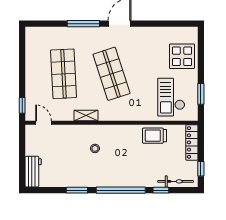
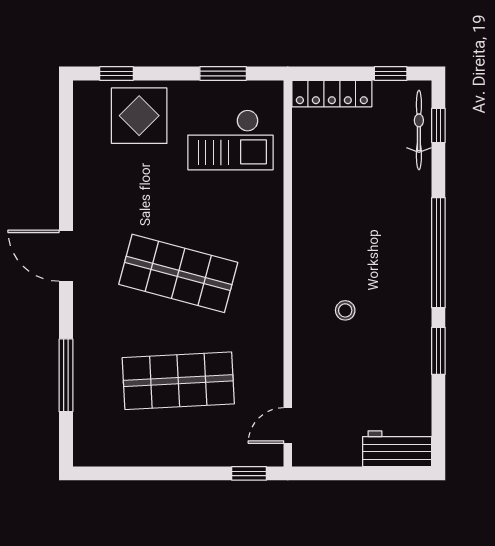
window: (83, 24) -> (66, 375), moved
window: (201, 46) -> (117, 74), added
shop shelf: (111, 74) -> (178, 273), turned 33
shelving: (86, 116) -> (272, 331), removed
trolley: (155, 136) -> (317, 177), removed
window: (161, 190) -> (438, 125), moved

